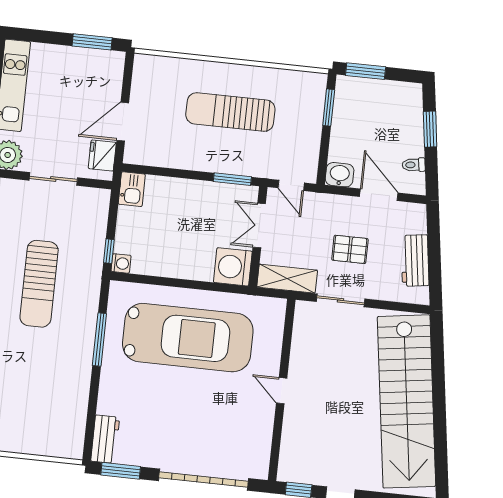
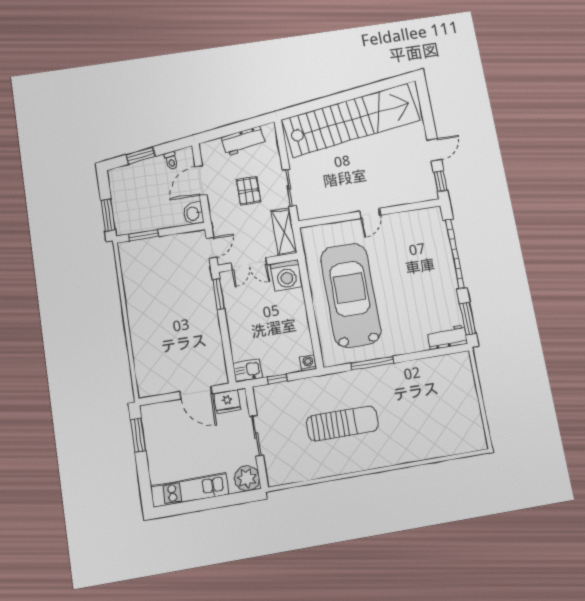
sun lounger: (230, 112) -> (166, 310), removed
window: (109, 251) -> (277, 379), moved

